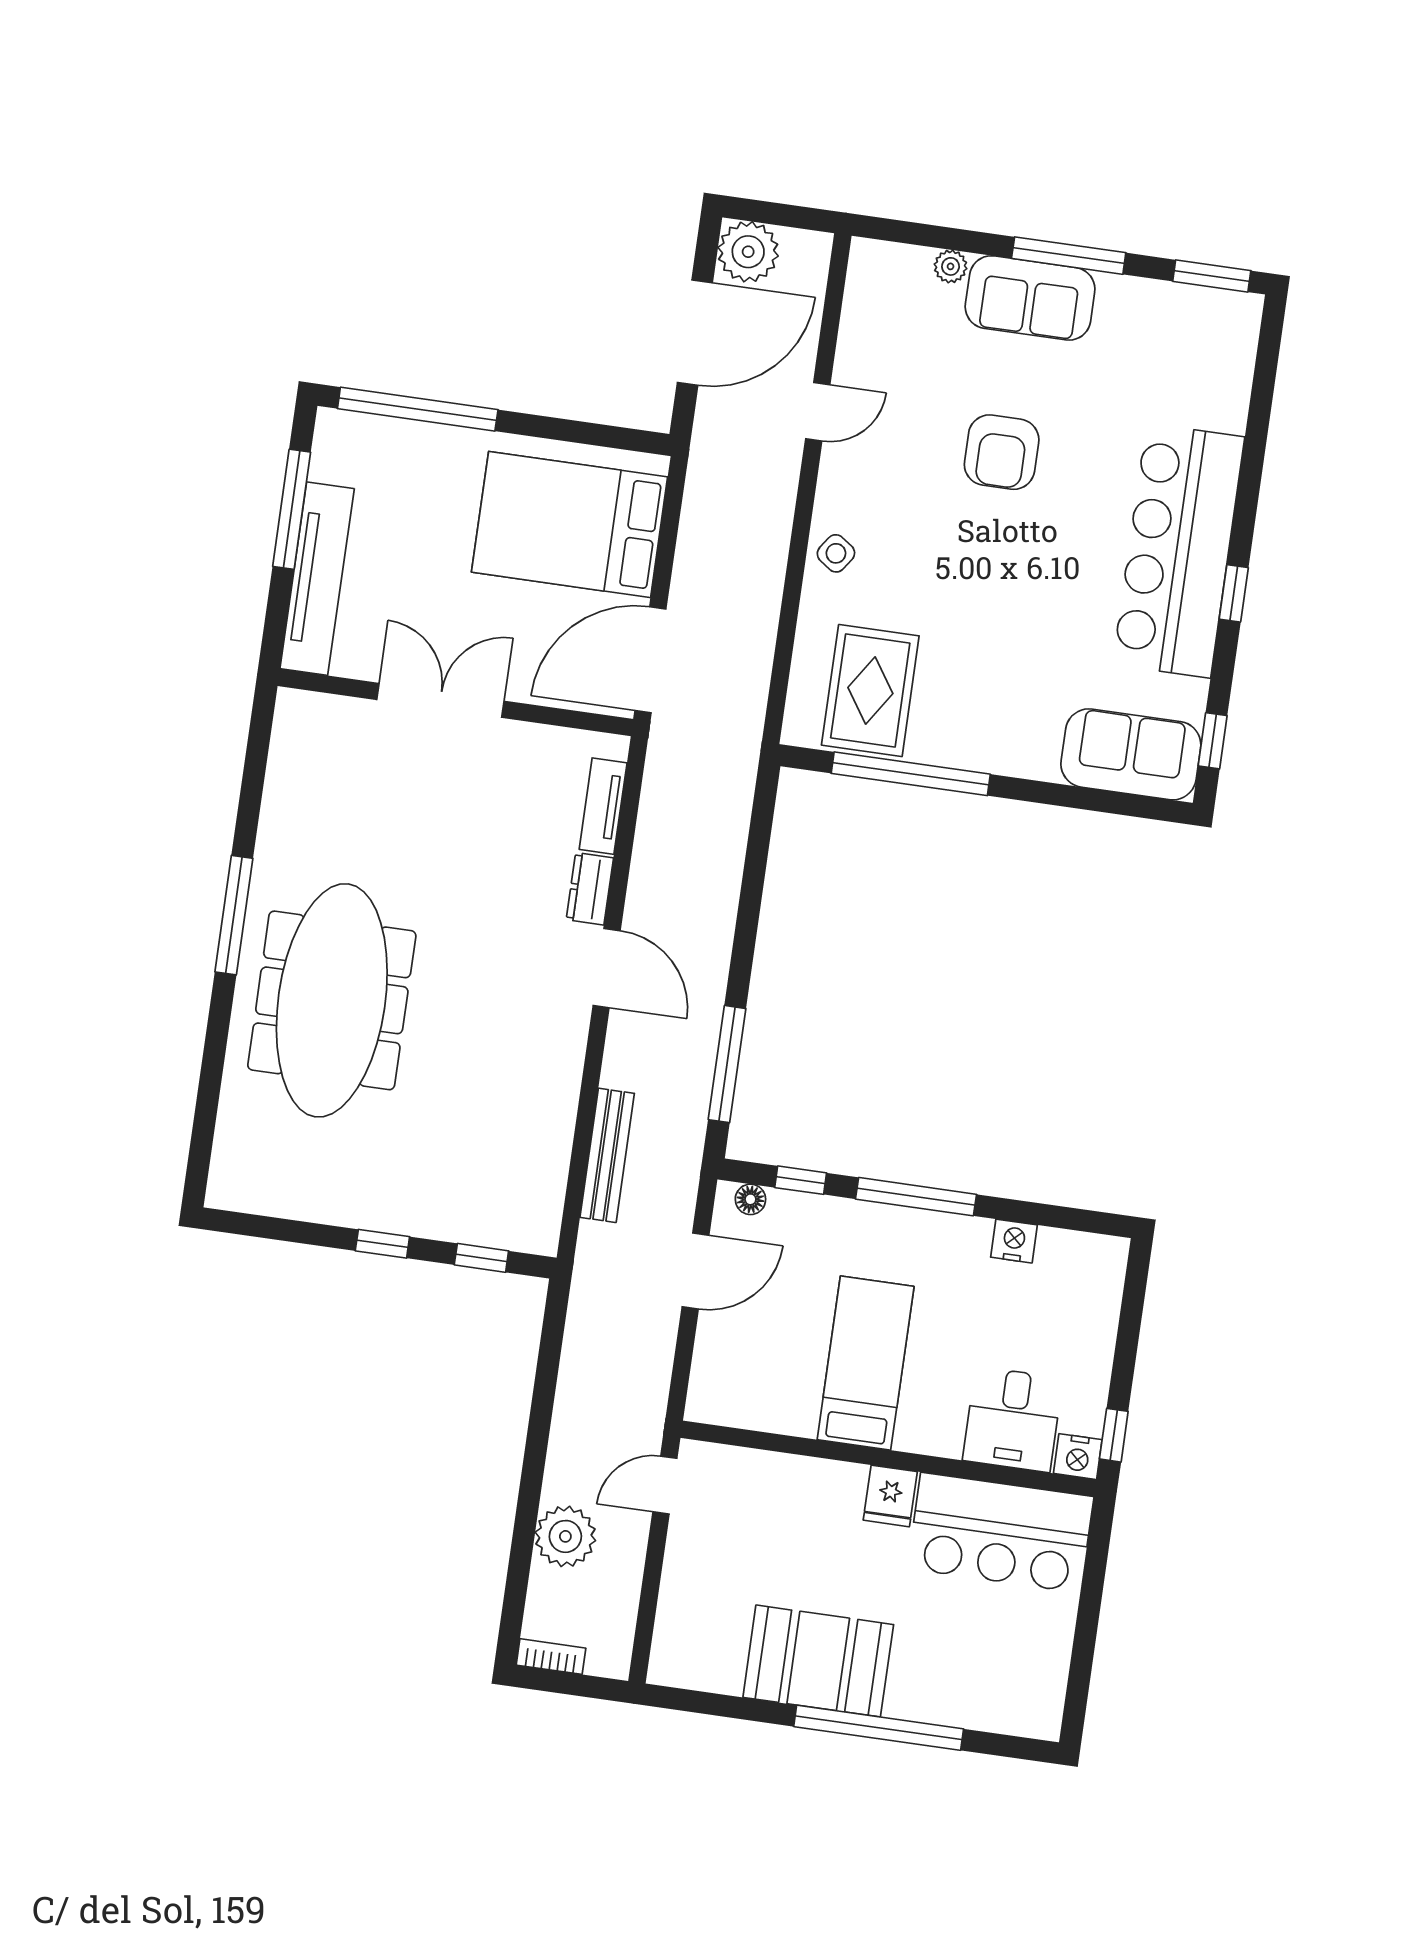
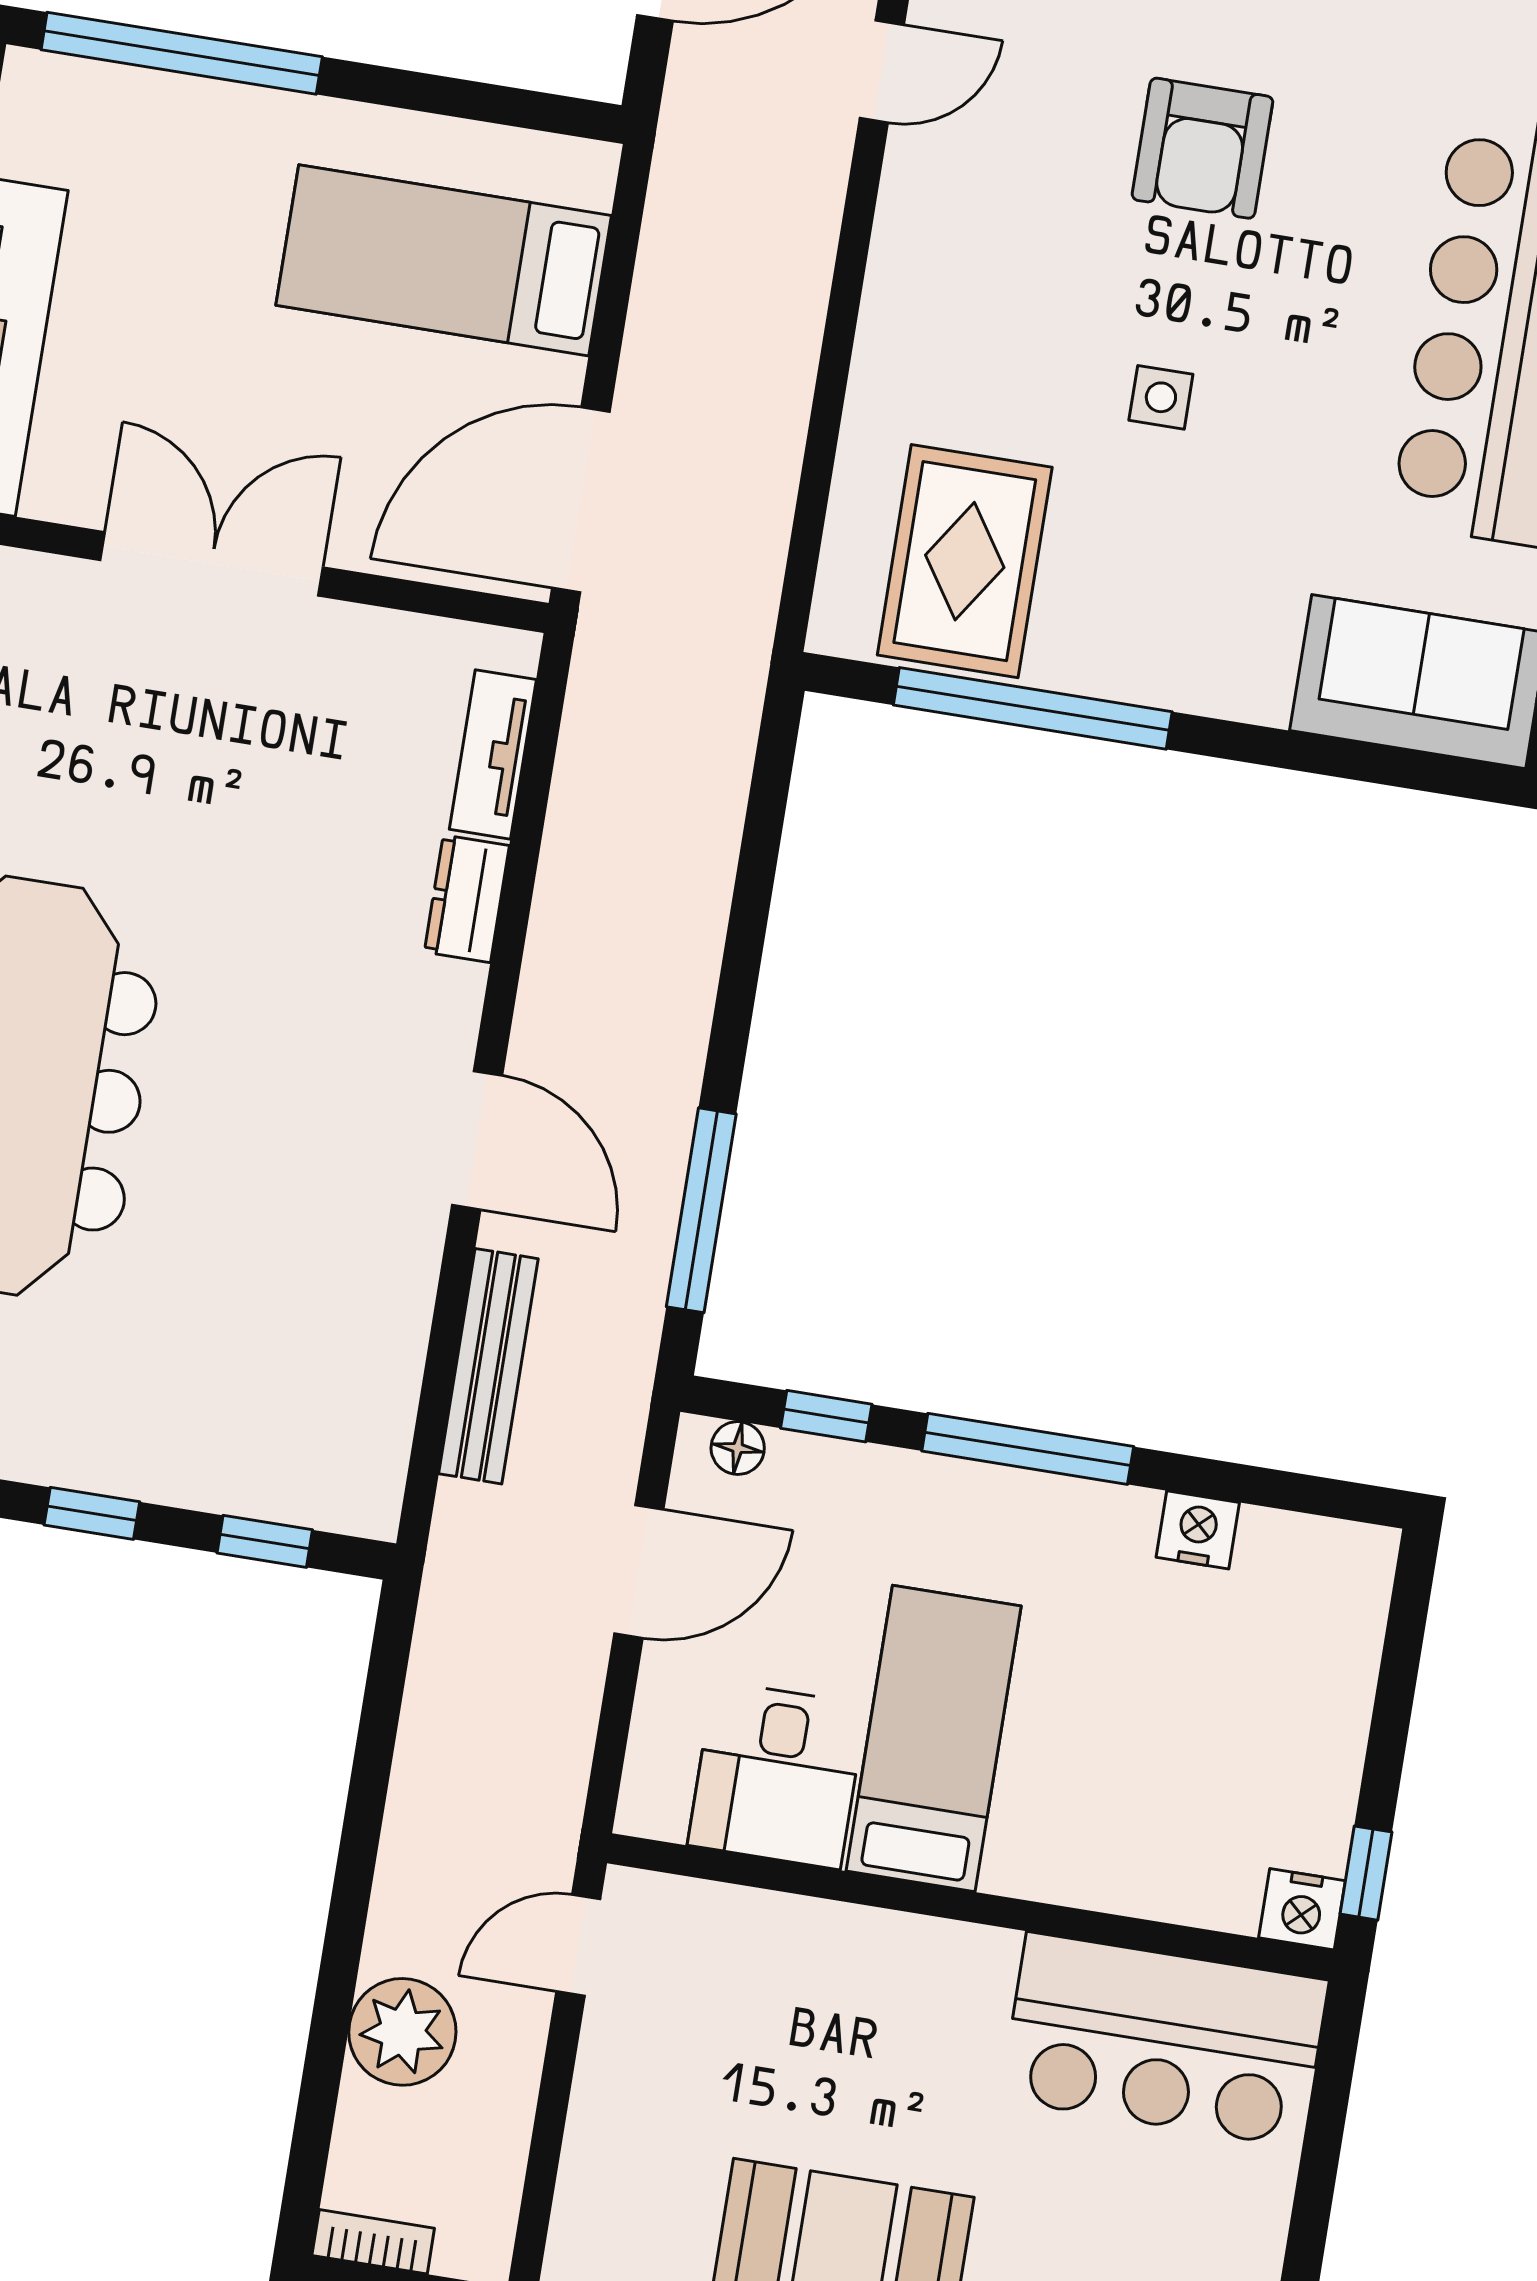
bed: (570, 524) -> (444, 260), width x0.67
side table: (836, 553) -> (1161, 397), moved, turned -35
door: (607, 968) -> (477, 1140), moved
desk: (1013, 1419) -> (777, 1775), moved
fridge: (890, 1496) -> (972, 1972), removed

